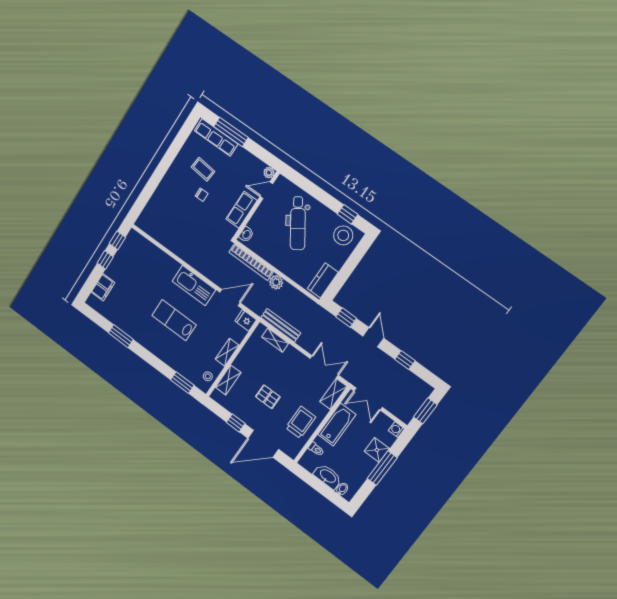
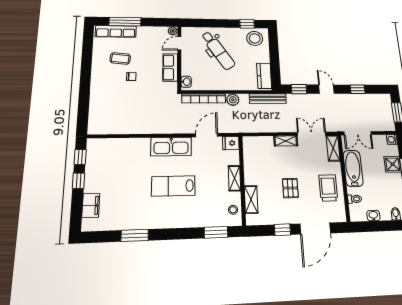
bench: (281, 325) -> (268, 99), moved
shelving: (275, 340) -> (286, 141), moved
pallet: (268, 397) -> (290, 188), turned 90
washbasin: (328, 476) -> (373, 216), width x0.52, depth x0.69

